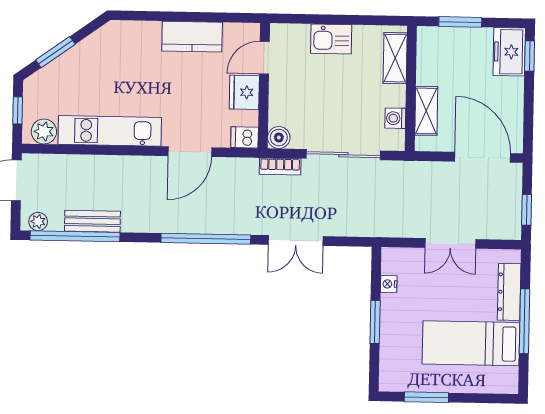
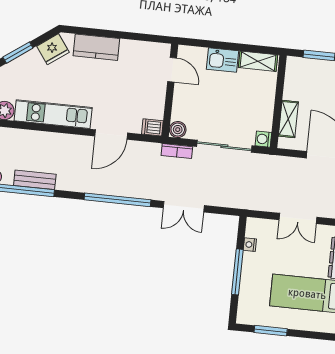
kitchen counter: (192, 37) -> (96, 47), moved
door: (264, 58) -> (172, 70), swing flipped
shelving: (395, 58) -> (258, 61), moved, turned 90
fridge: (244, 92) -> (53, 49), moved, turned -126
washing machine: (395, 118) -> (263, 139), moved
window: (375, 322) -> (237, 272), width x1.44

